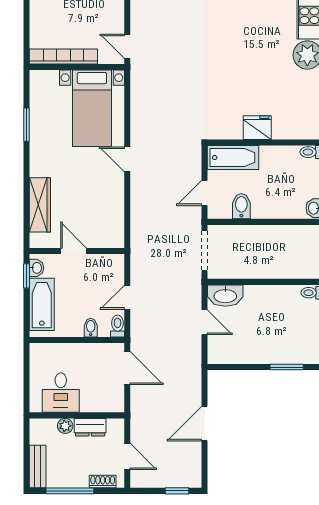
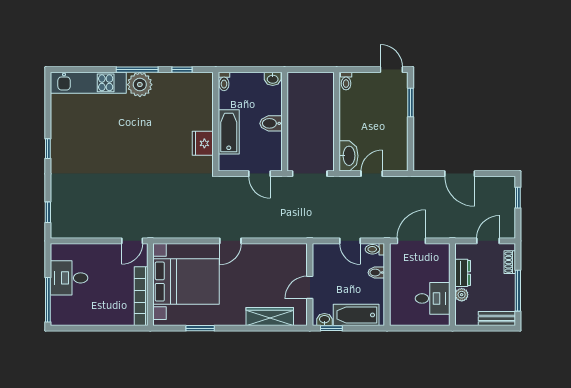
bed with nightstands: (92, 108) -> (186, 282), width x1.36
fridge: (257, 128) -> (203, 143), moved
bathtub: (233, 158) -> (229, 132), moved
bidet: (241, 206) -> (271, 123), moved

